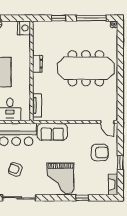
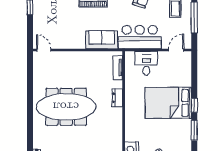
dresser: (37, 64) -> (117, 98), moved
armchair: (100, 152) -> (52, 18), removed

